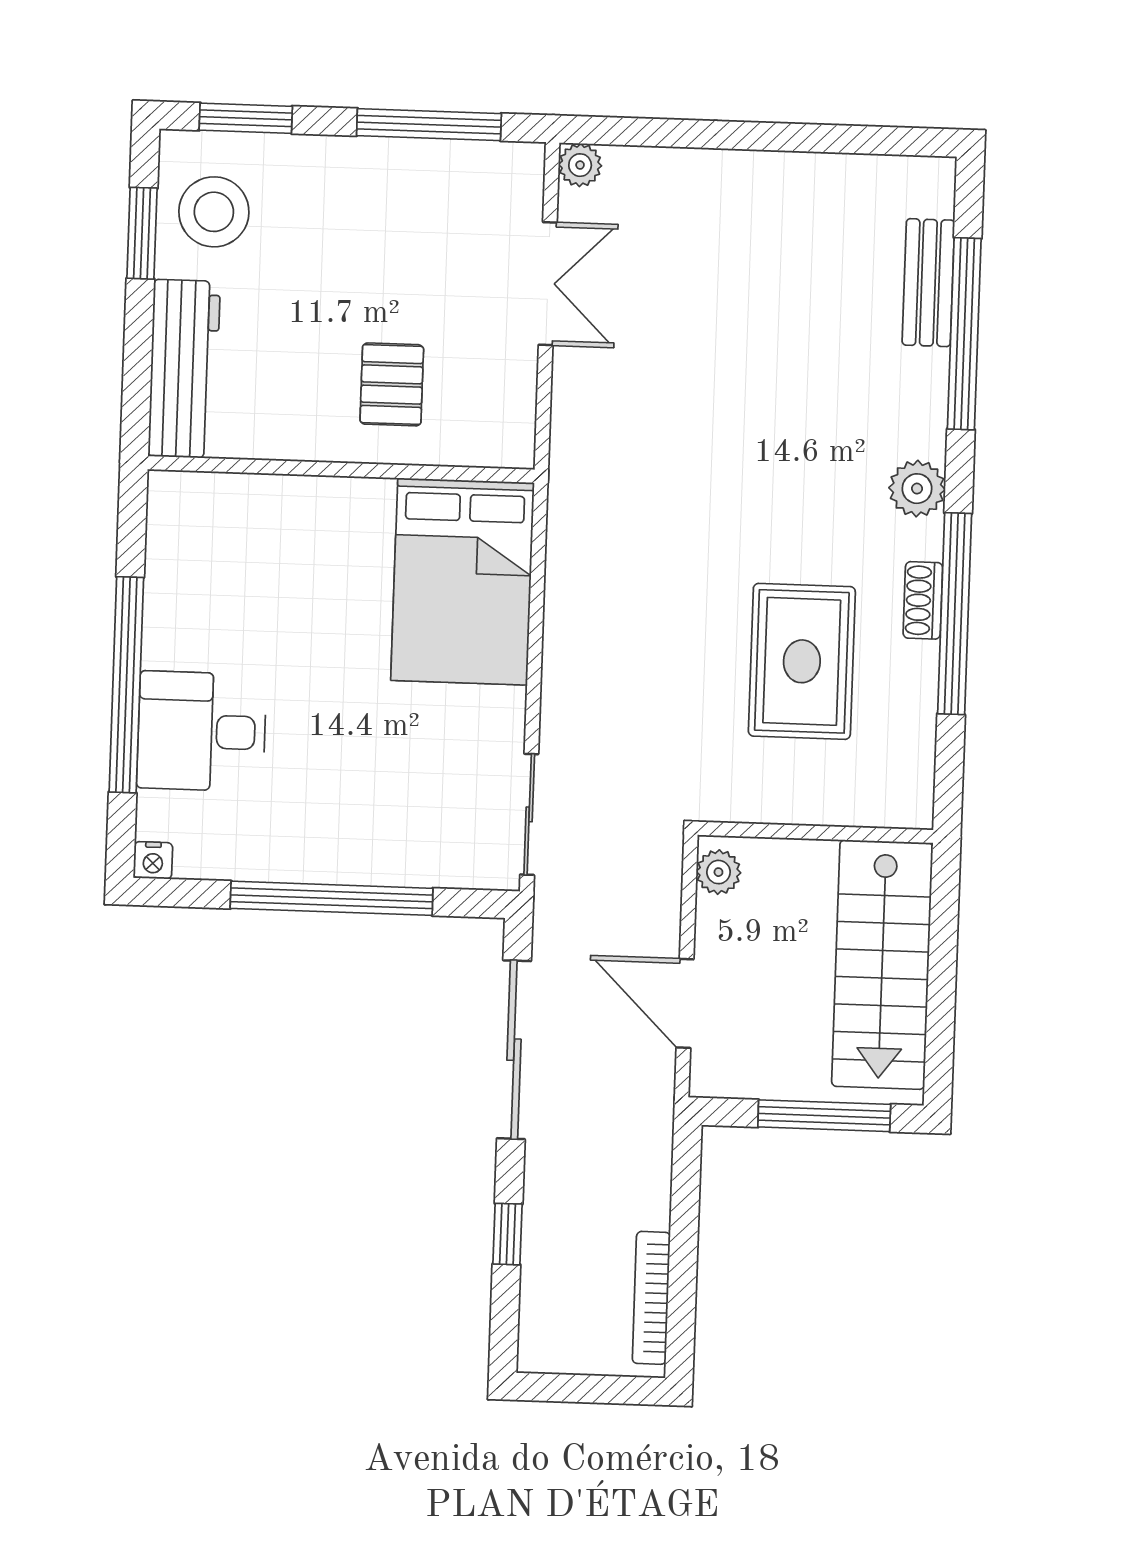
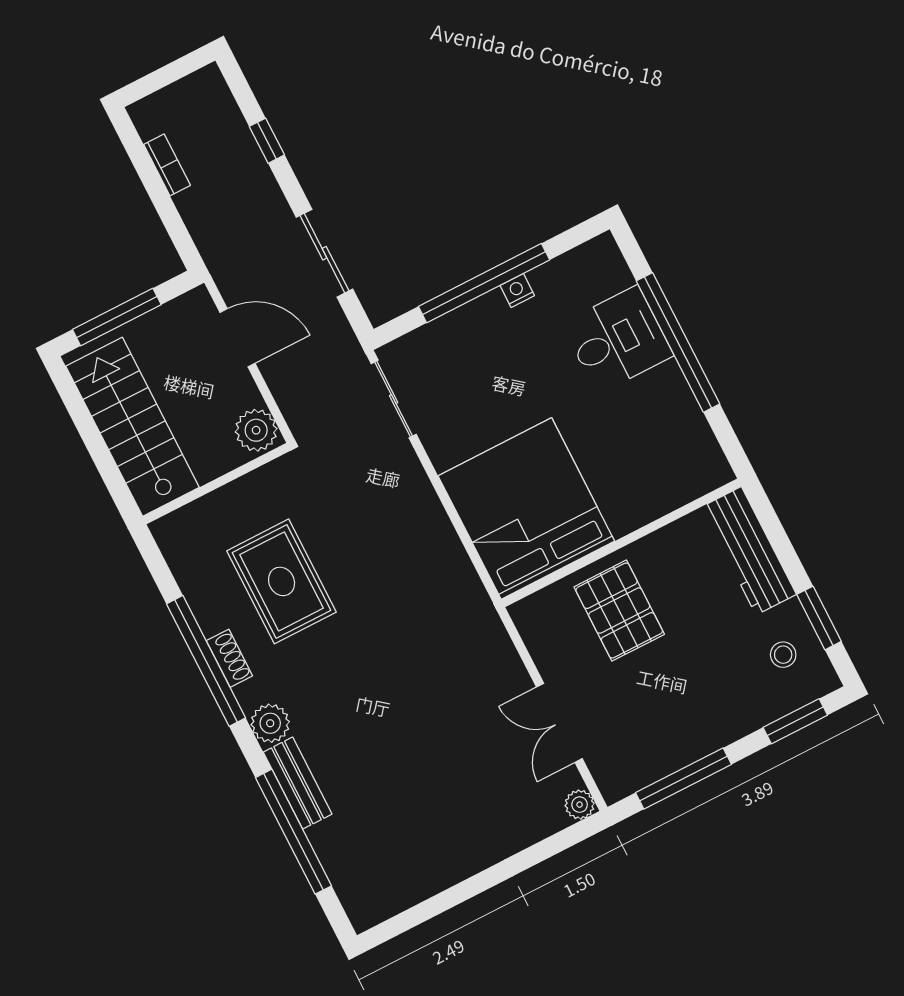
stool: (214, 212) -> (783, 655), width x0.53, depth x0.53
bench: (928, 283) -> (298, 783), moved
pallet: (392, 384) -> (619, 611), width x1.50, depth x1.42
bed: (462, 582) -> (526, 508), width x1.36
nightstand: (153, 860) -> (517, 290), moved
plant: (718, 872) -> (256, 430), width x1.38, depth x1.38
sliding door: (514, 1050) -> (324, 253), width x0.73
bookcase: (651, 1298) -> (167, 165), width x0.64

